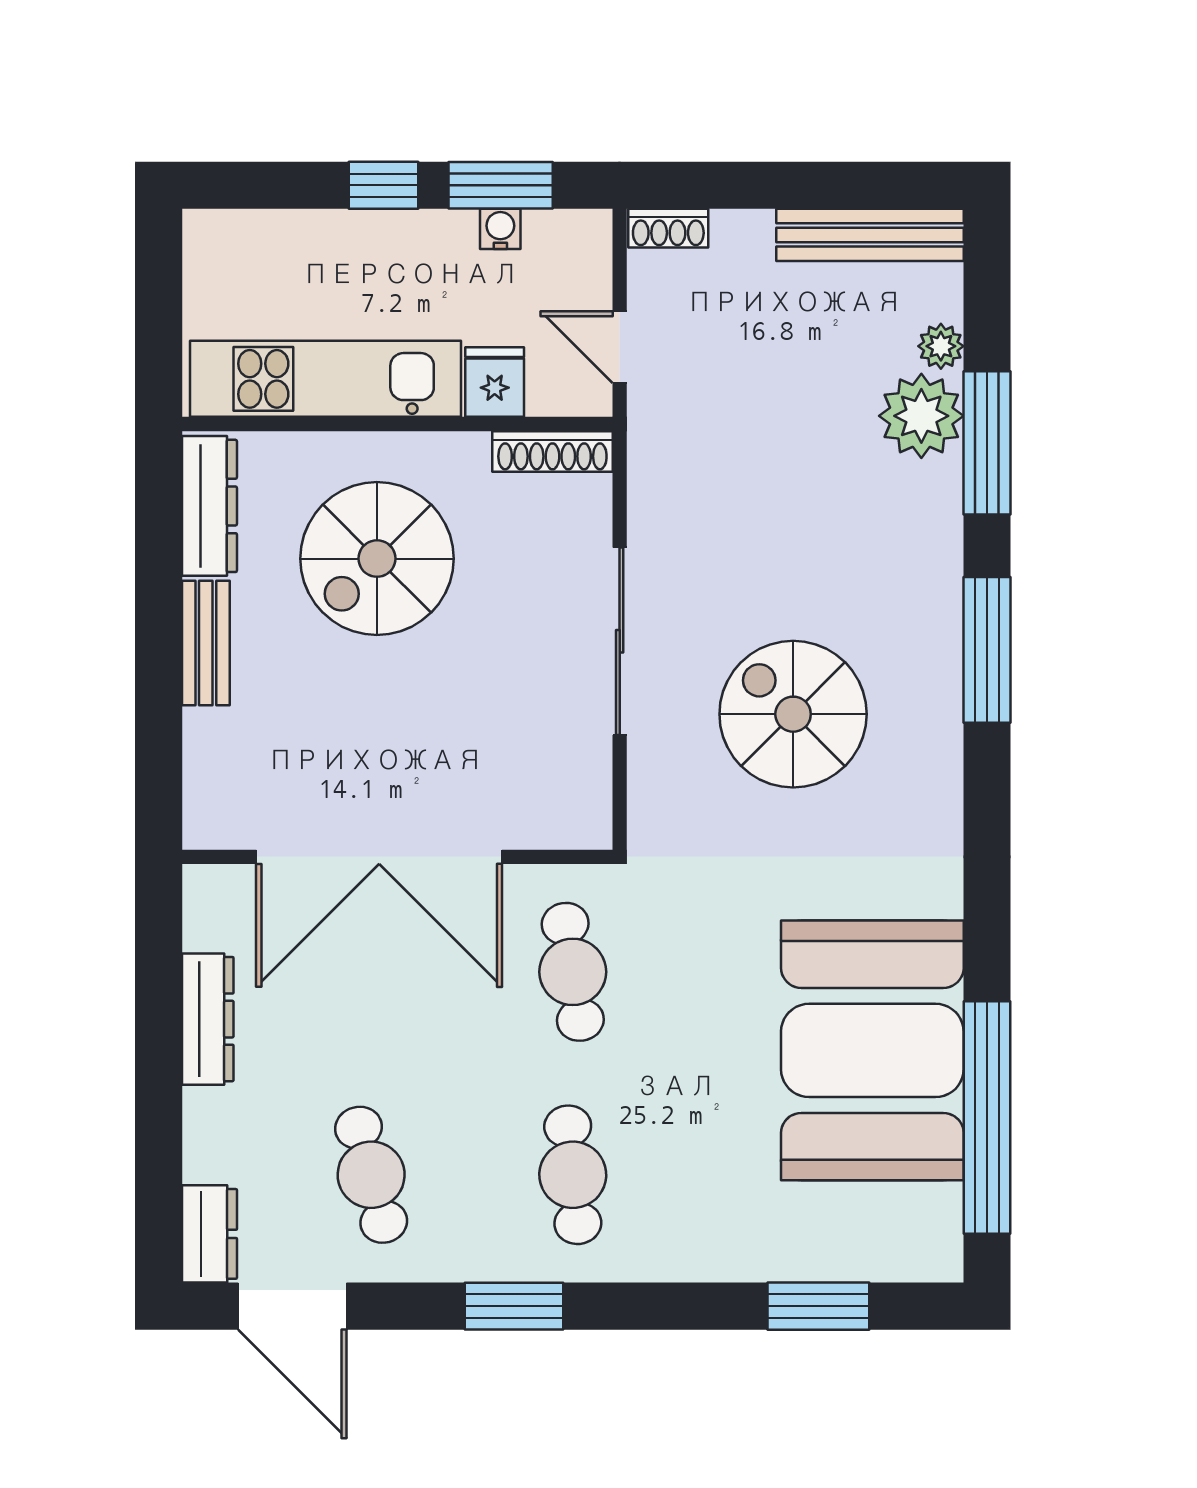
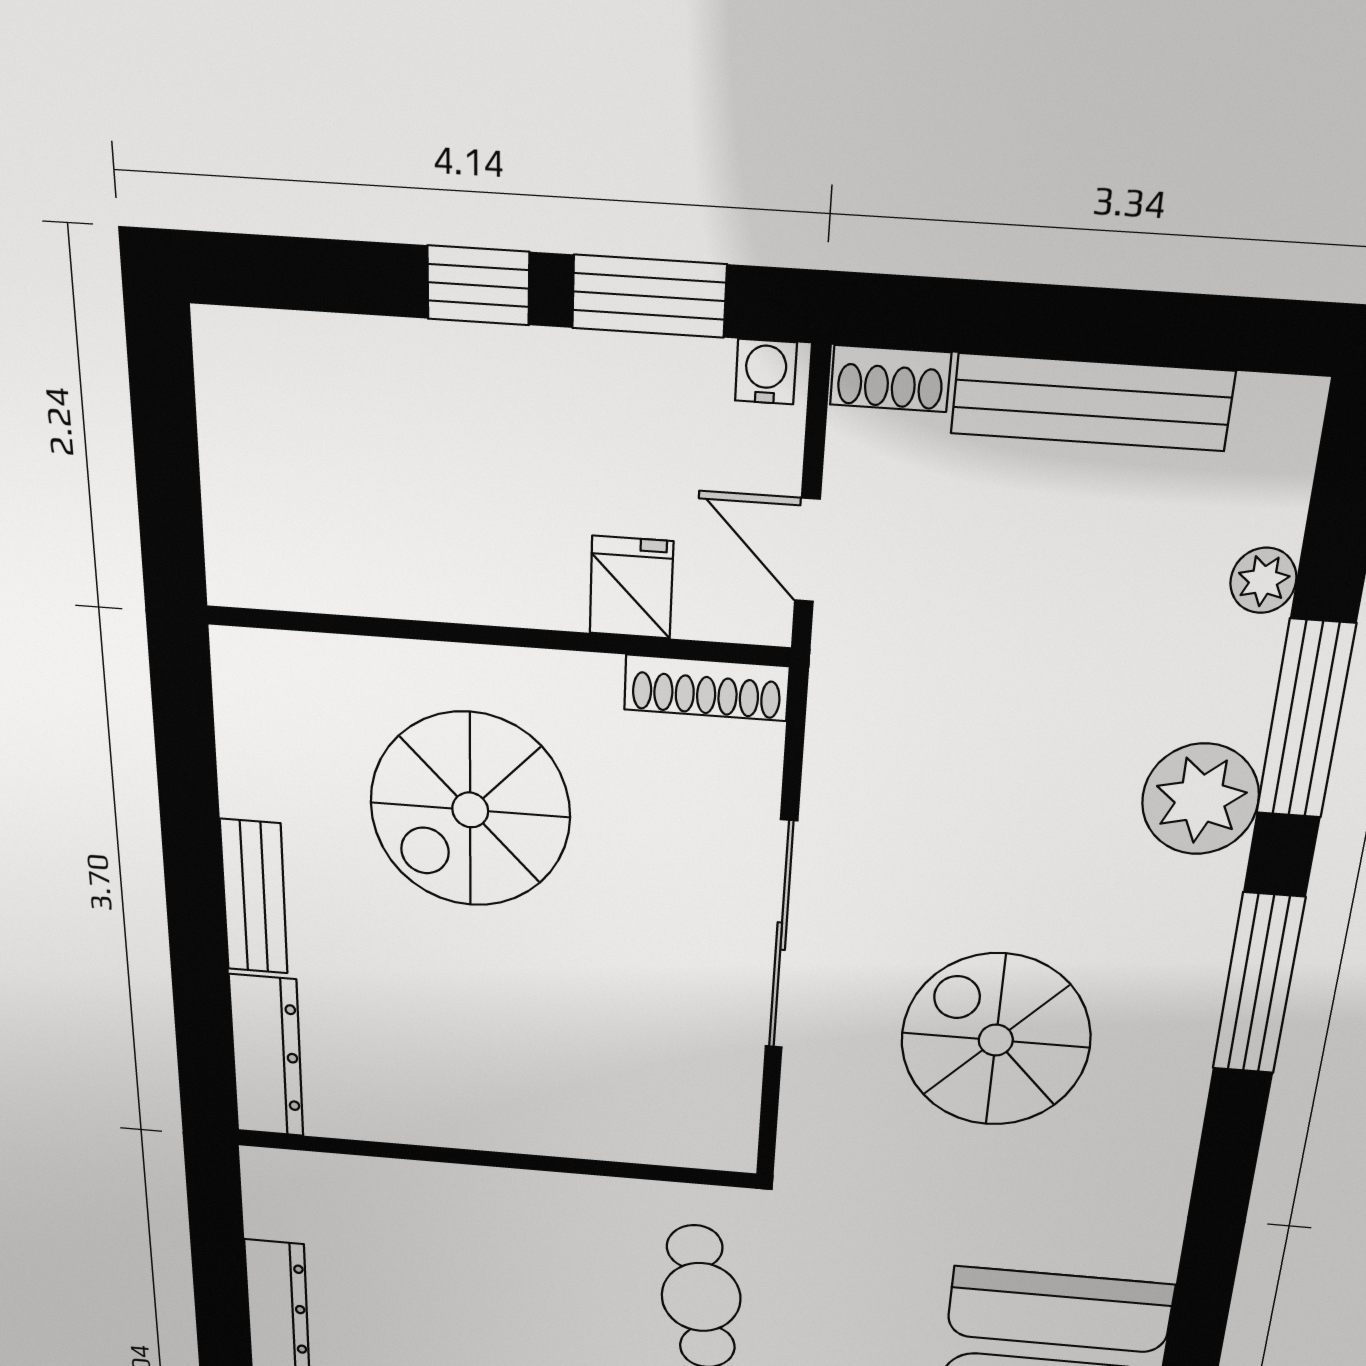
water cooler: (500, 229) -> (766, 372), moved
bench: (870, 235) -> (1092, 402), moved
kitchen unit: (326, 379) -> (399, 567), removed
plant: (921, 416) -> (1200, 799), moved
dresser: (209, 506) -> (267, 1056), moved
double door: (379, 857) -> (474, 1157), removed

